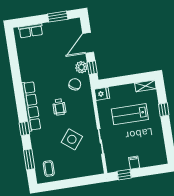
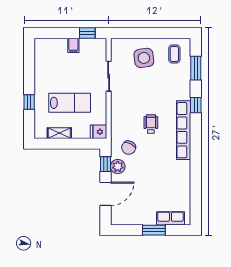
window: (58, 17) -> (154, 230), moved
shelving: (145, 86) -> (59, 133), moved
side table: (72, 139) -> (144, 58), moved, turned 45

